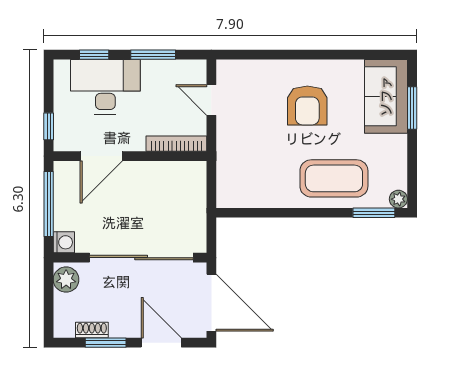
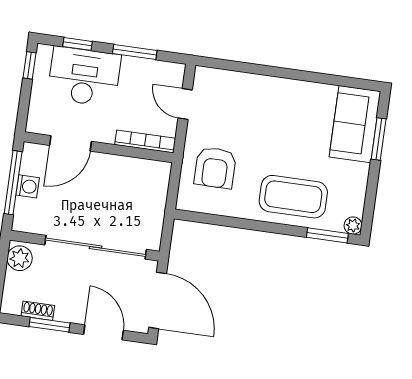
armchair: (307, 105) -> (215, 168), moved
window: (49, 126) -> (30, 65), moved
washing machine: (64, 242) -> (28, 186), moved

